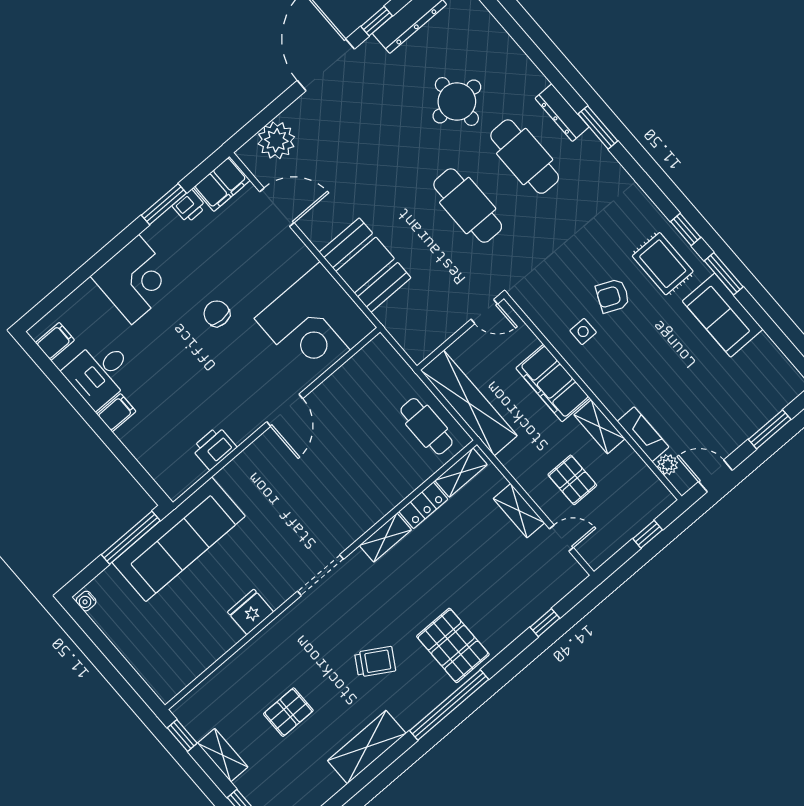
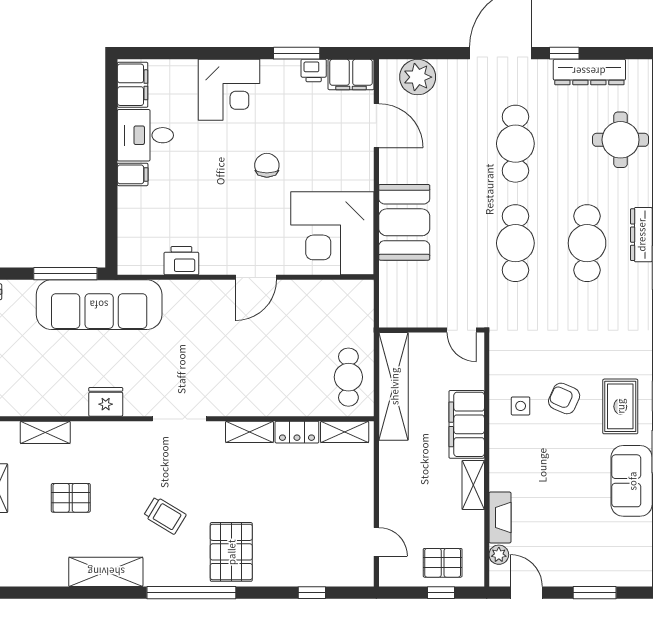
round table: (457, 102) -> (621, 140), moved
cafe table: (400, 126) -> (515, 144), added
filing cabinet: (55, 341) -> (133, 85), width x2.00
pallet: (572, 480) -> (443, 563), moved, turned 90
shelving: (519, 511) -> (45, 432), moved, turned 90

